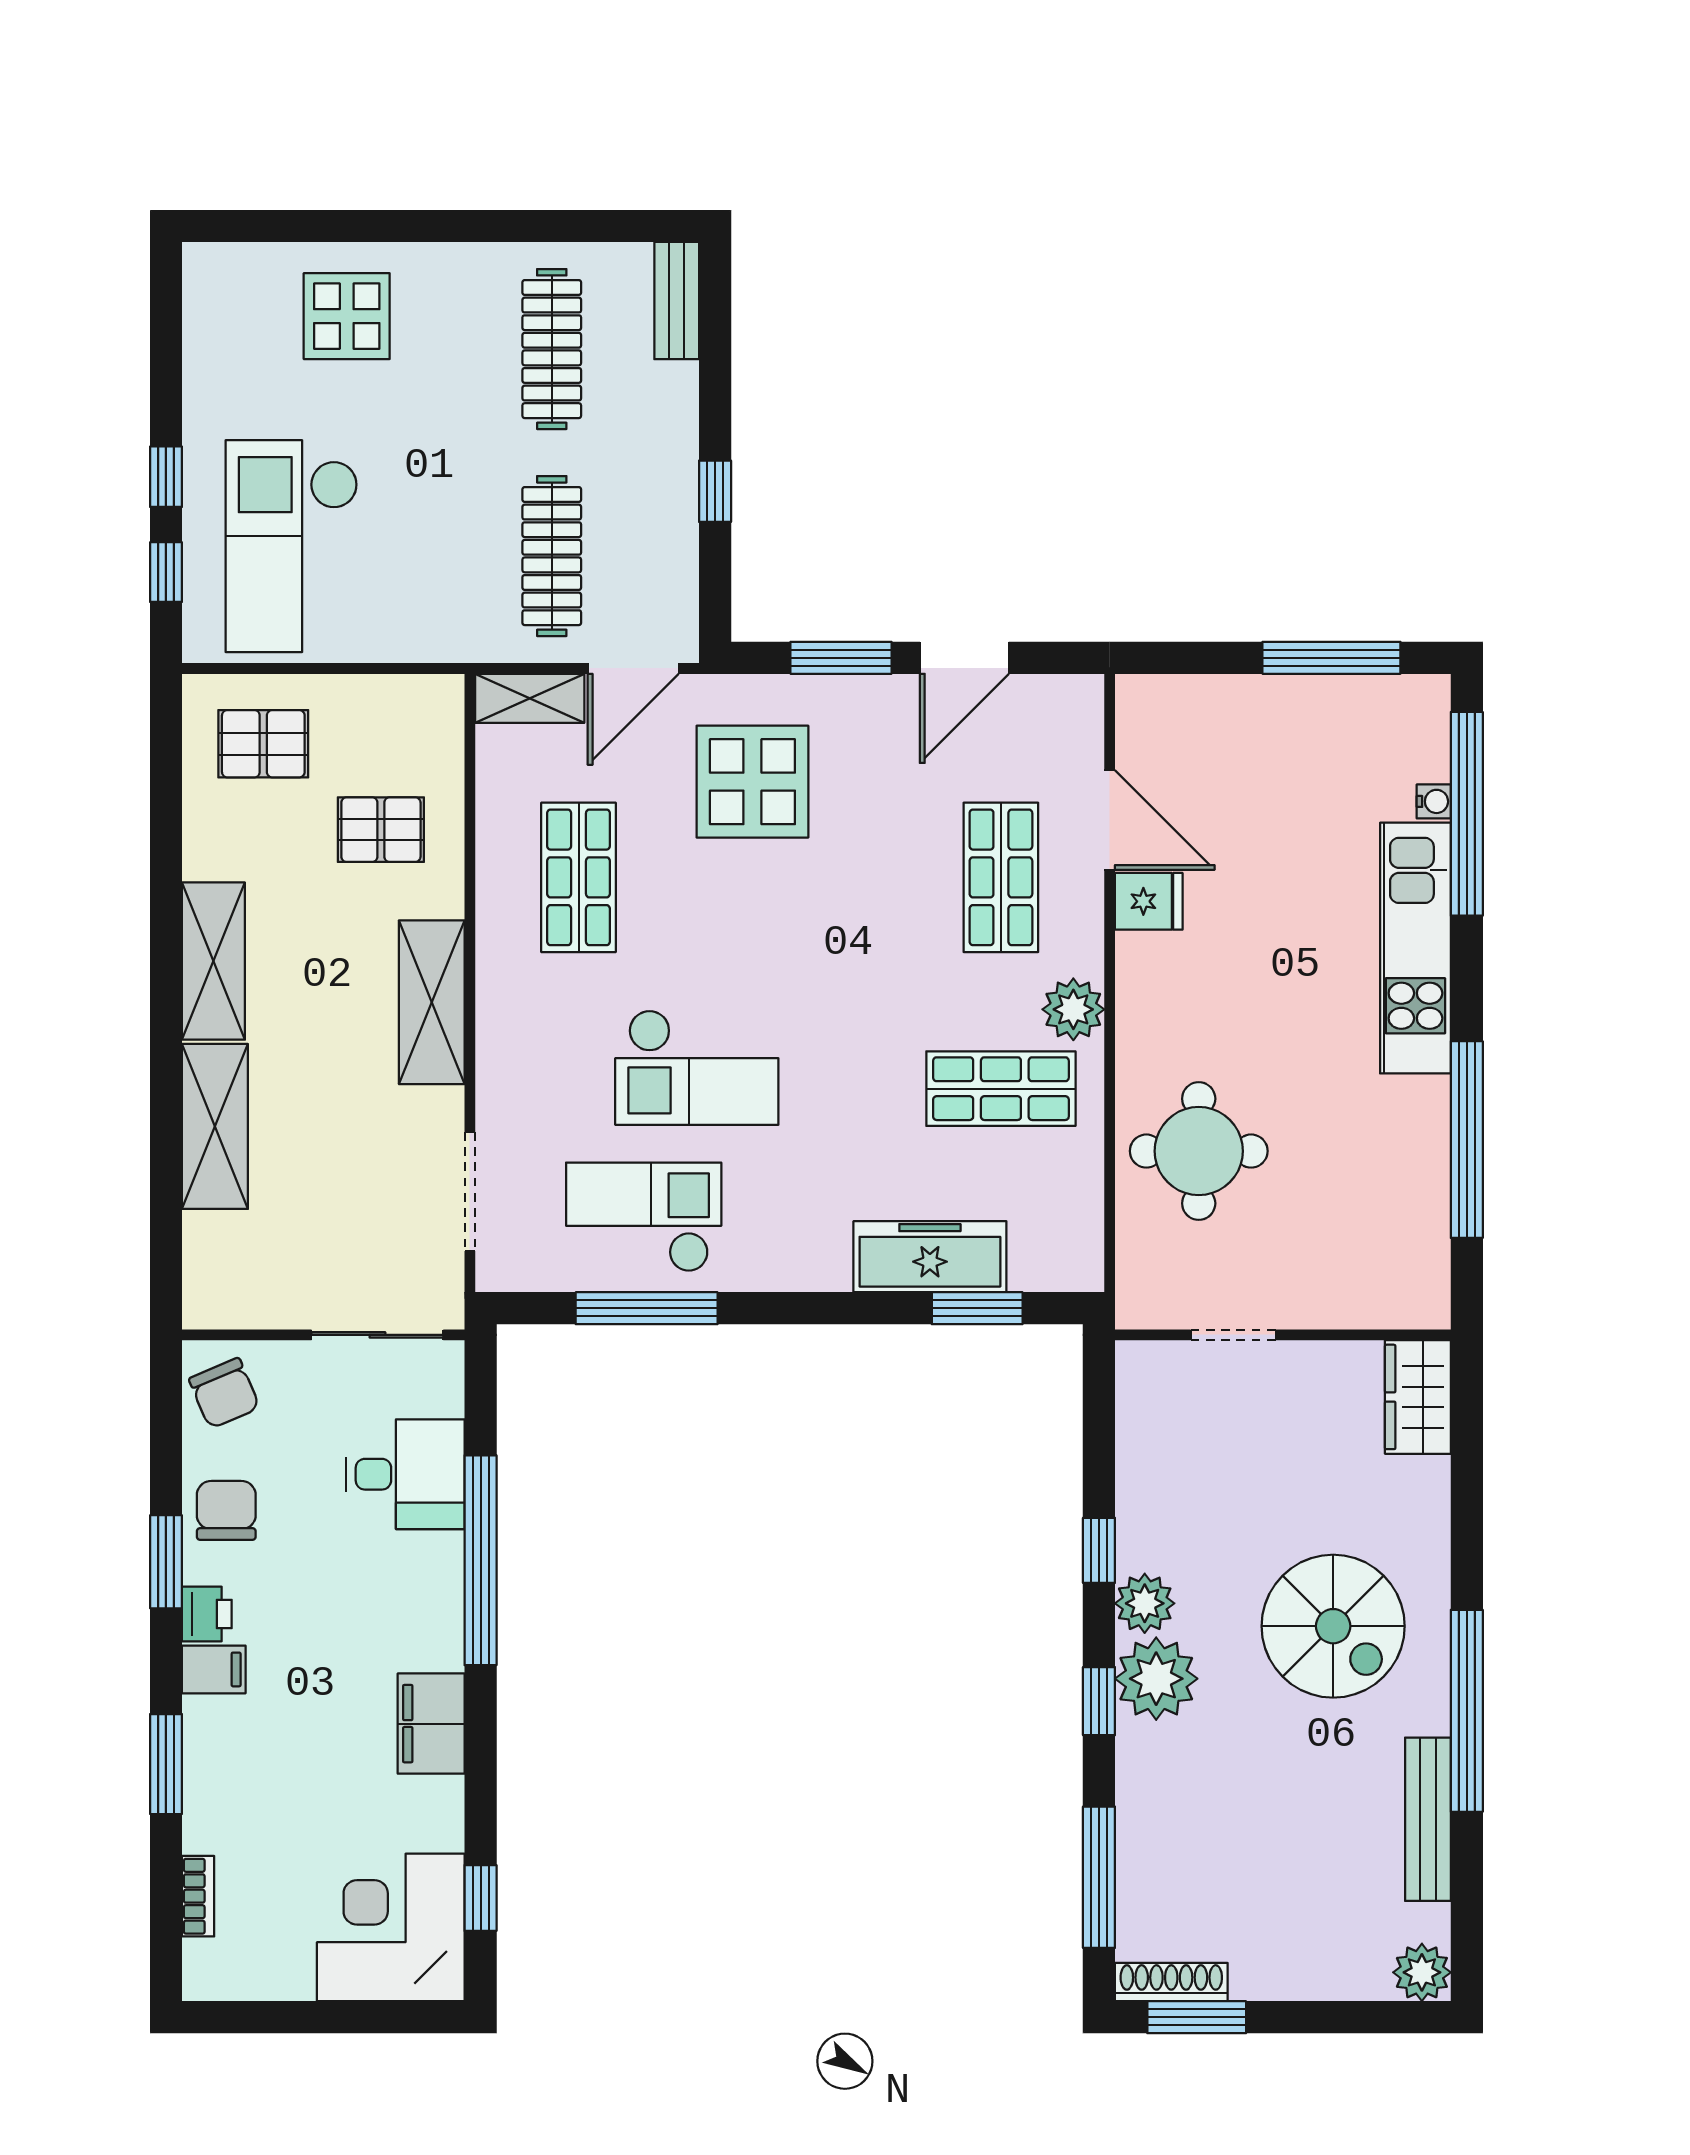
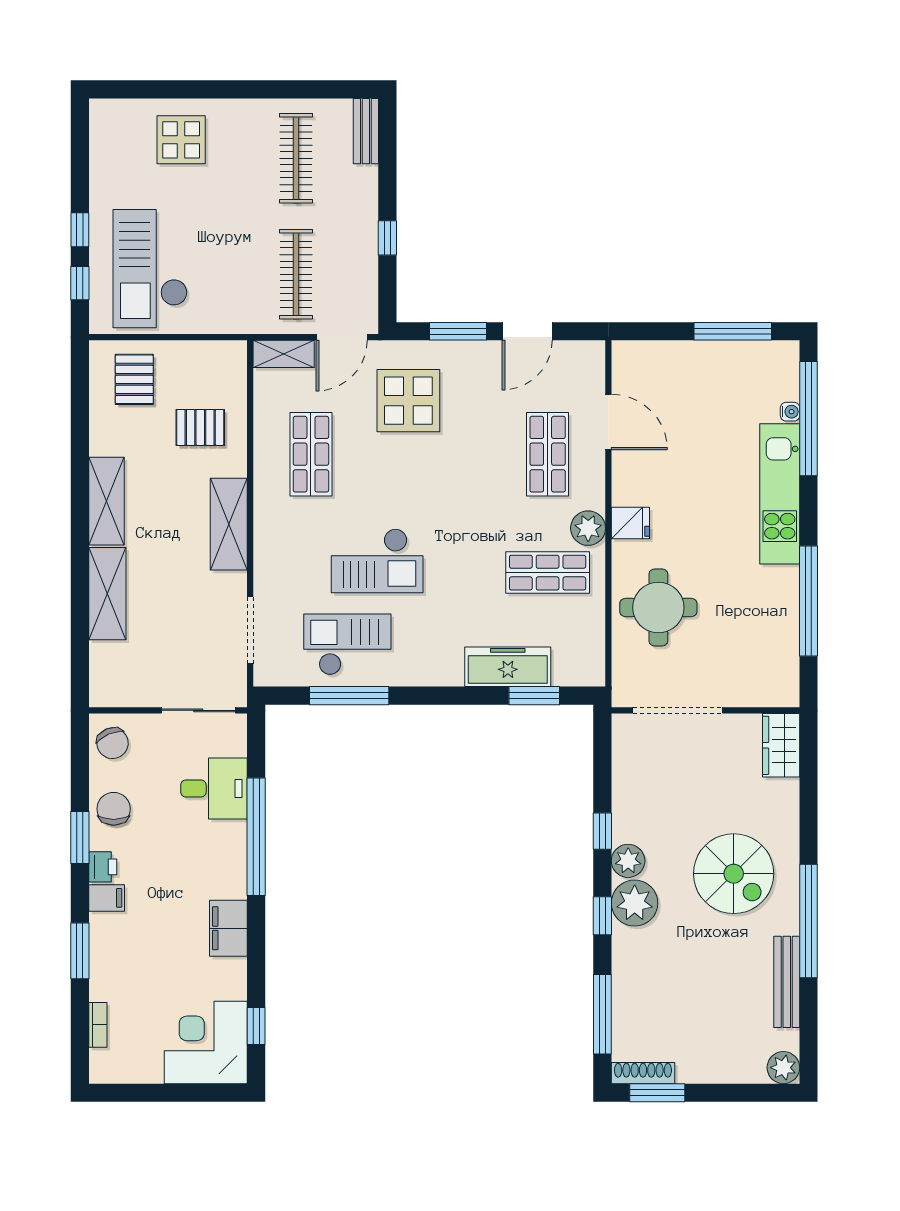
pallet: (263, 744) -> (134, 379), turned 90
fridge: (1149, 901) -> (630, 523), moved
doorway: (1233, 1335) -> (678, 710), width x1.88

